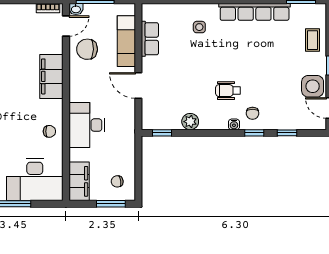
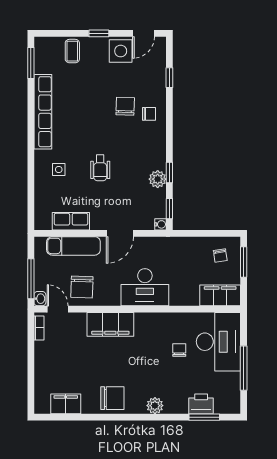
coffee table: (313, 40) -> (72, 51), turned 90
wheelchair: (228, 91) -> (100, 168), moved
chair: (260, 91) -> (125, 106), added
water cooler: (234, 124) -> (161, 224), moved
desk: (87, 125) -> (145, 287), moved
chair: (49, 131) -> (179, 350), moved
window: (254, 133) -> (169, 172), moved

